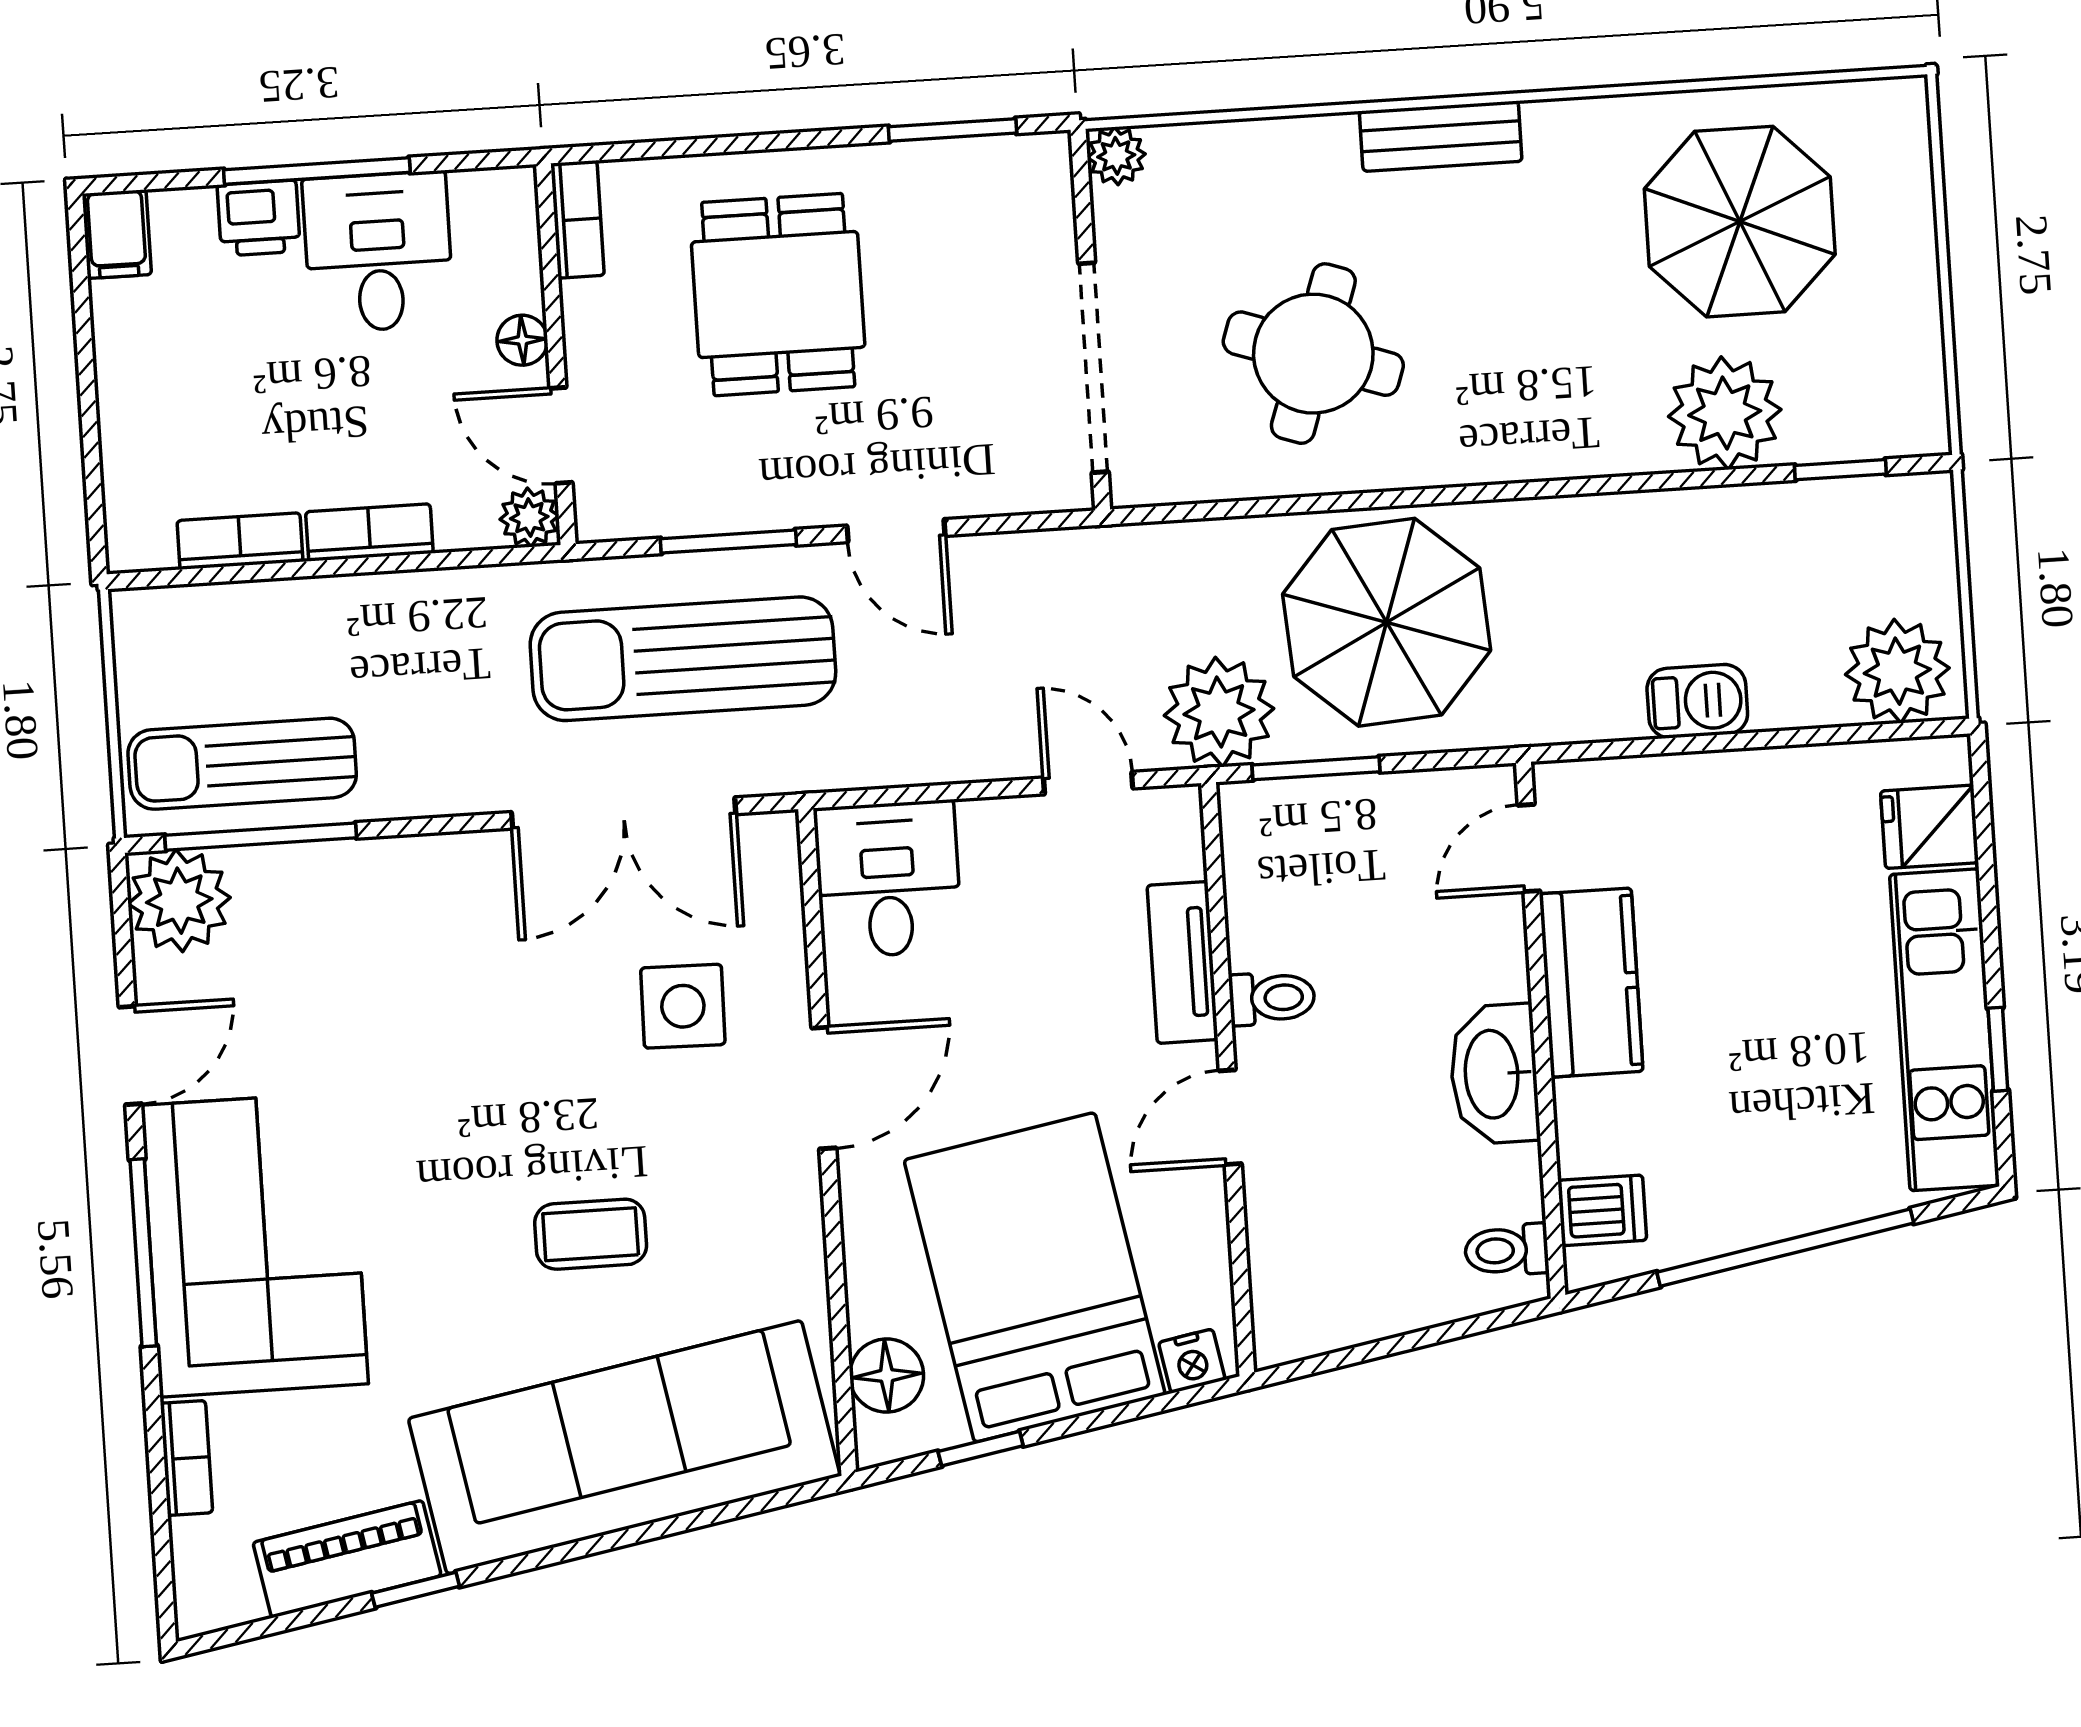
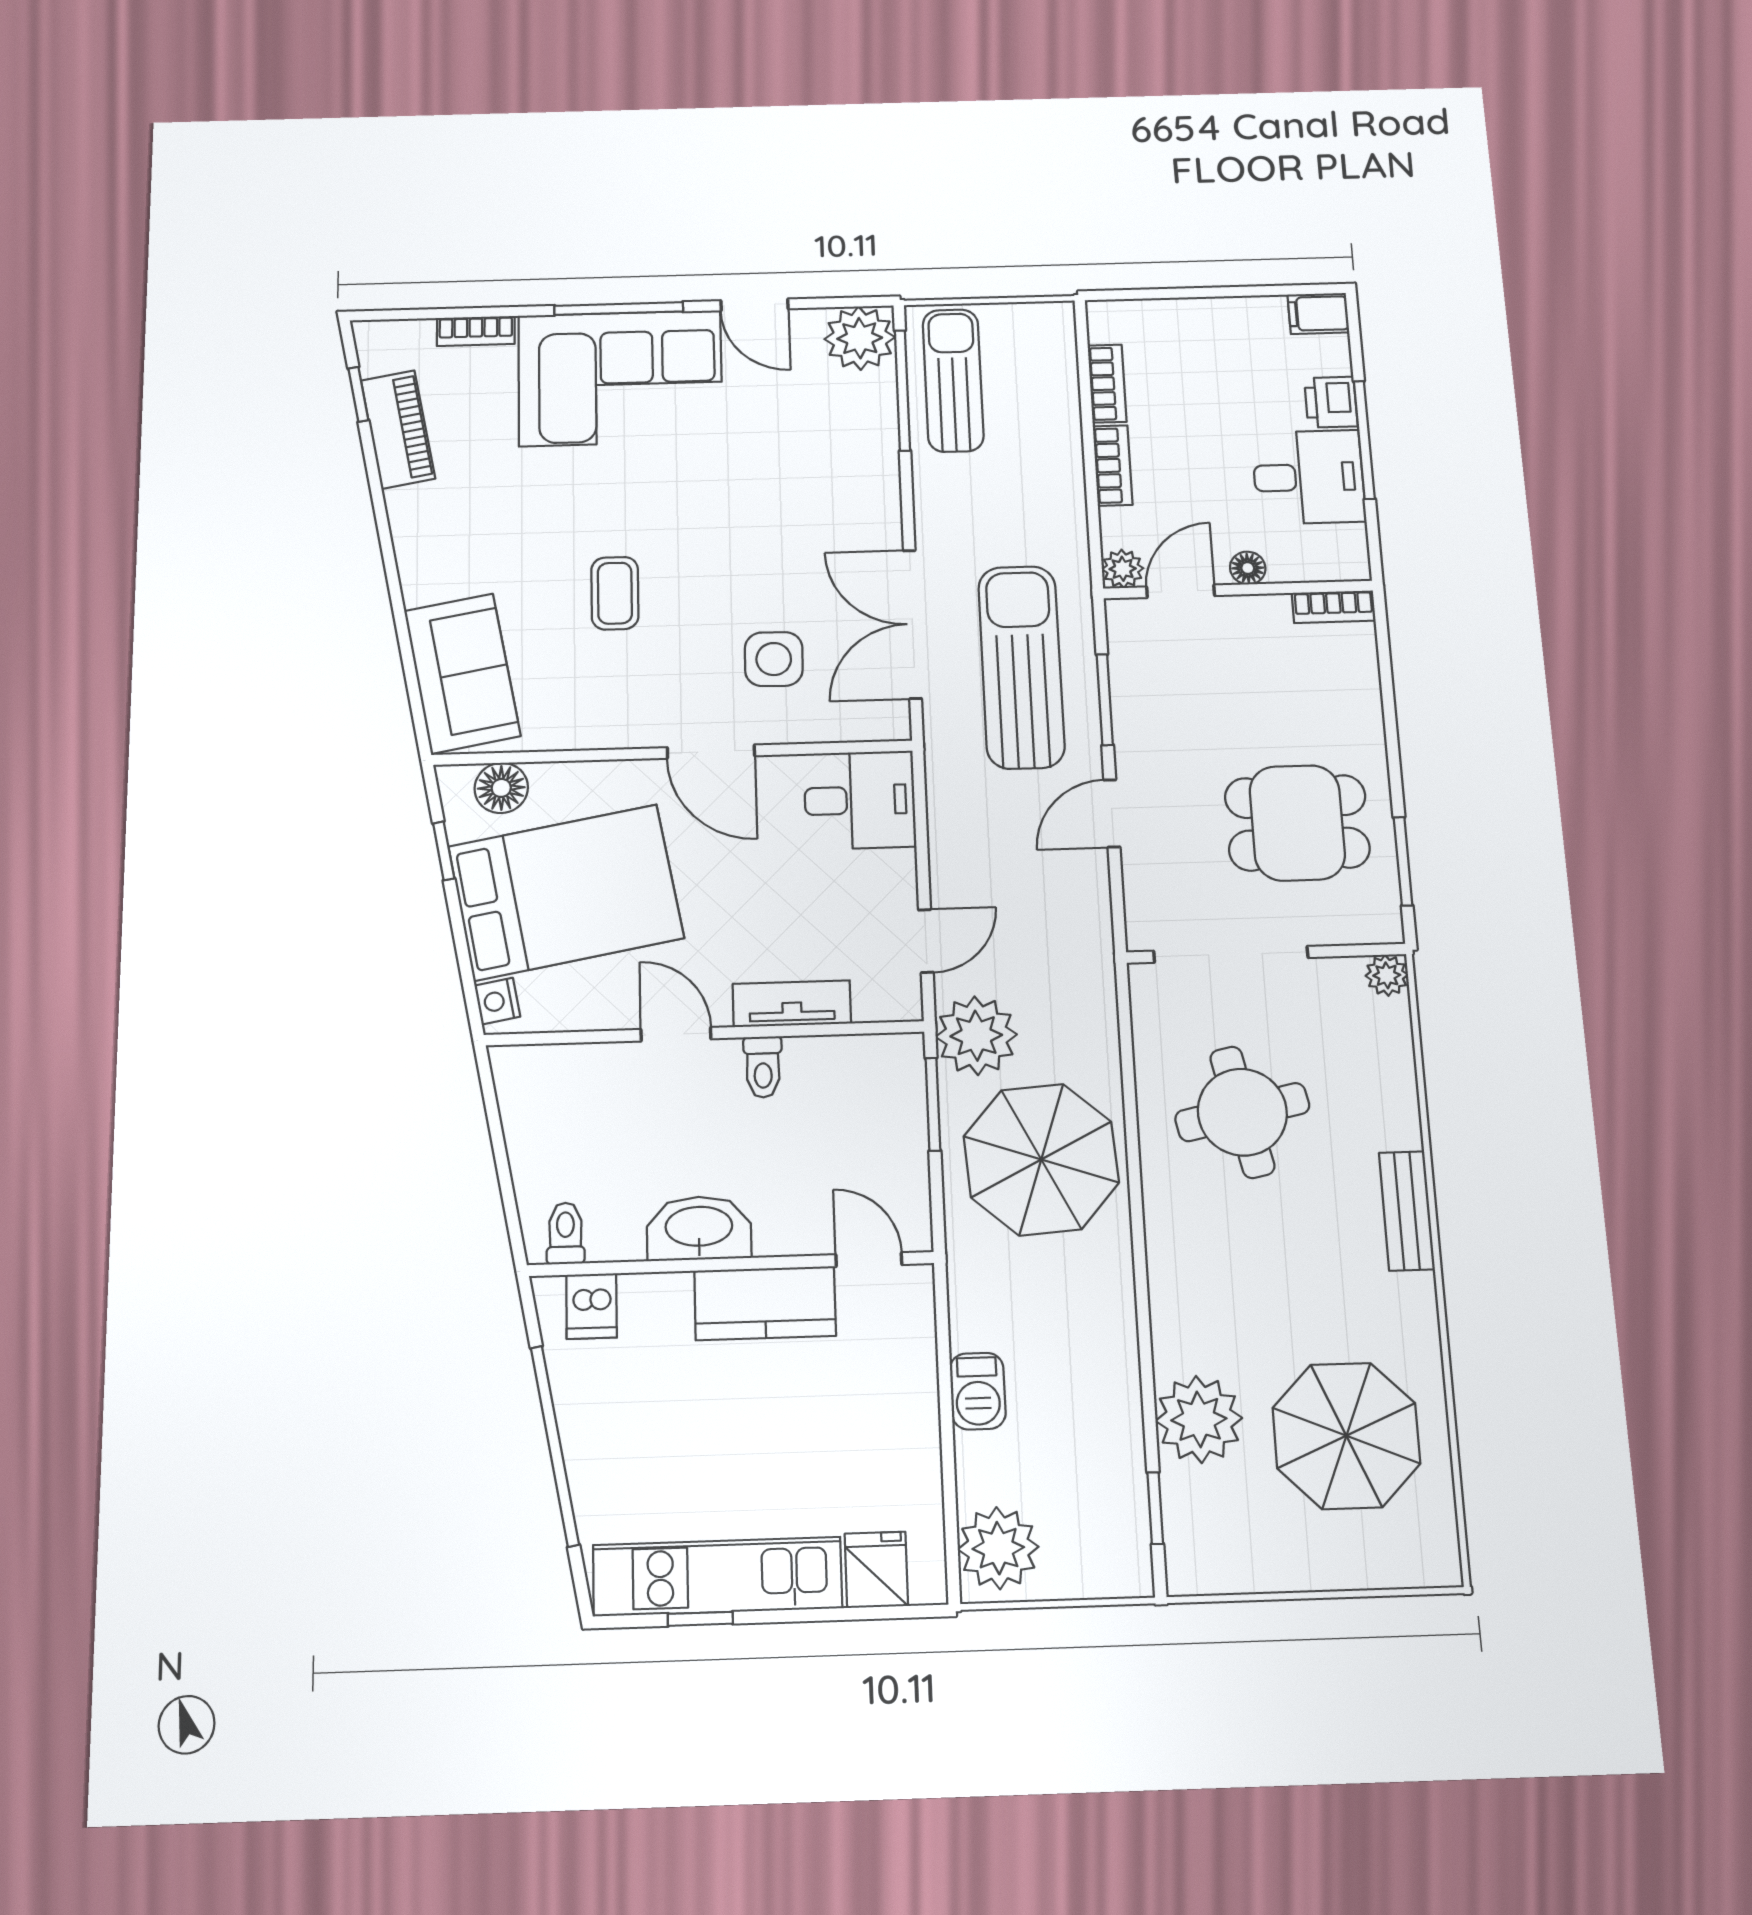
dining table: (778, 295) -> (1297, 823), moved
round table: (1313, 354) -> (1242, 1112), turned -31
sofa: (624, 1447) -> (462, 673), width x0.54, depth x0.79
window: (416, 1590) -> (358, 394), moved

